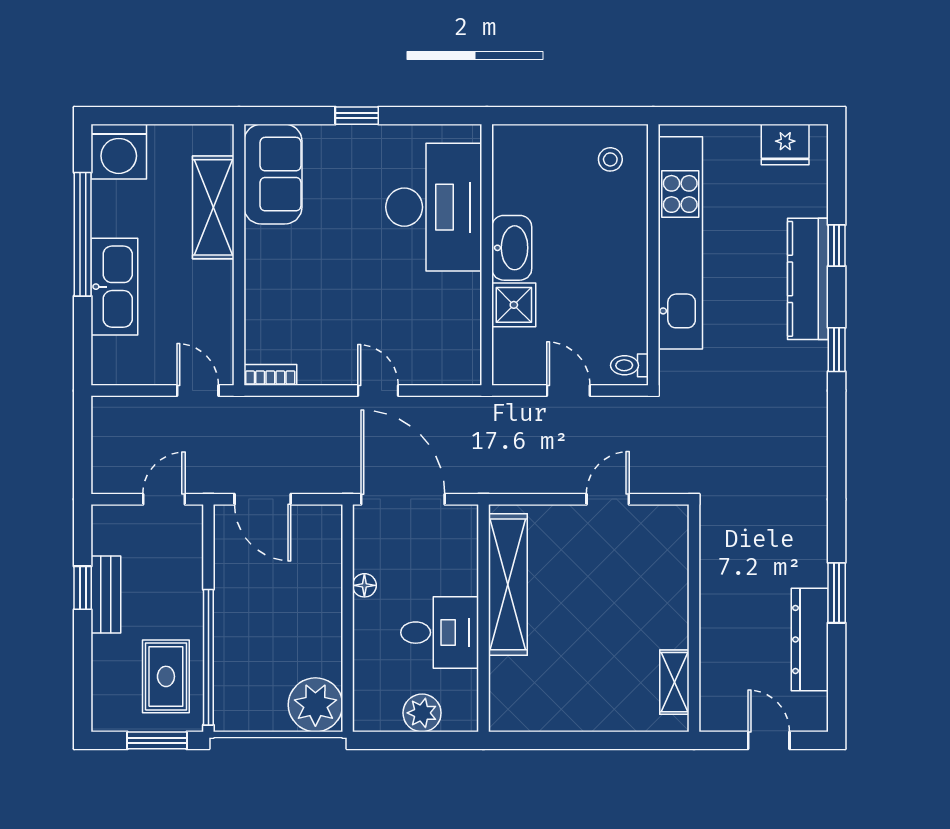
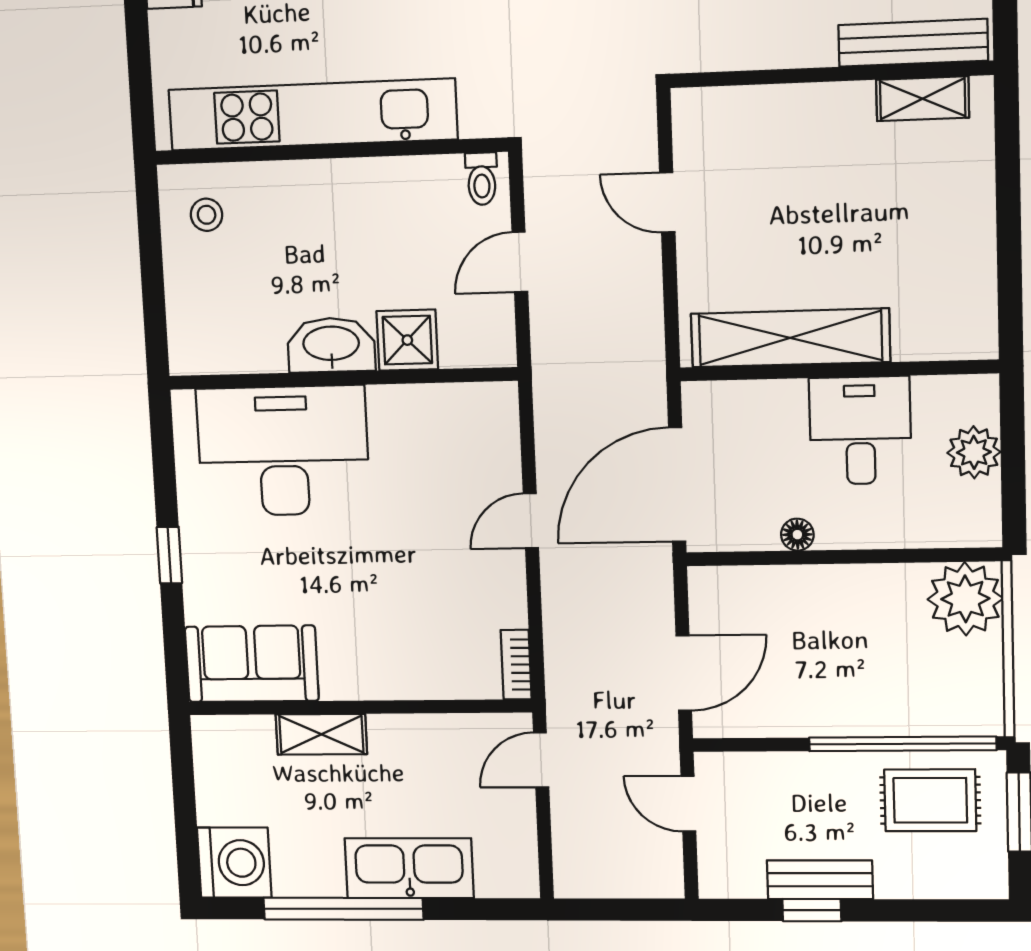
shelving: (213, 207) -> (321, 734), width x0.67, depth x0.75
bench: (714, 676) -> (913, 43), added

